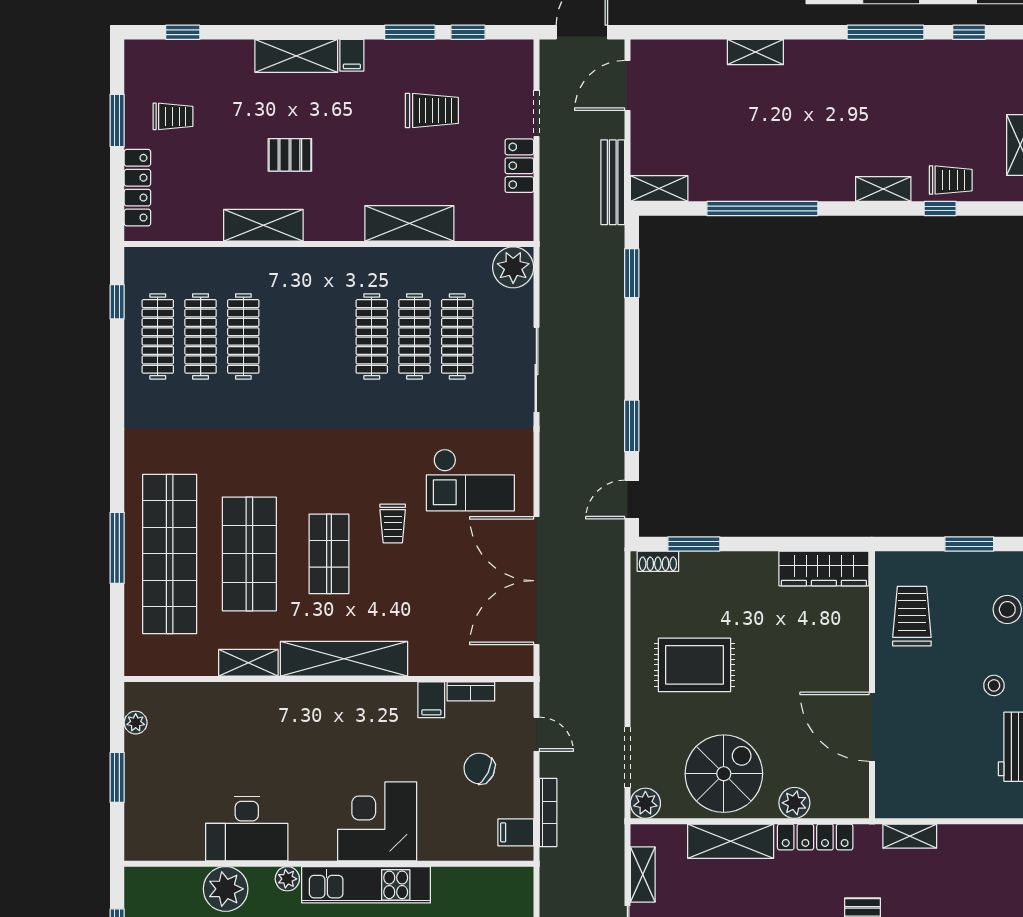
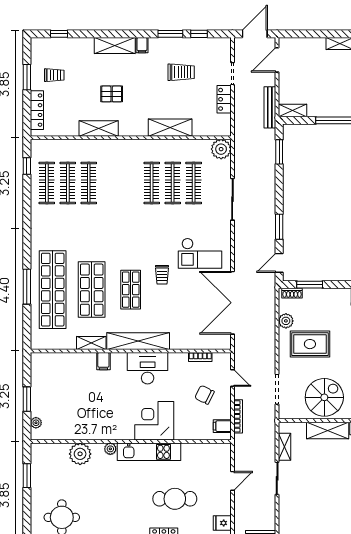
filing cabinet: (431, 700) -> (103, 361), moved
plant: (136, 723) -> (36, 423), moved
plant: (645, 803) -> (286, 321), moved
desk: (247, 829) -> (148, 368), moved, turned 180

